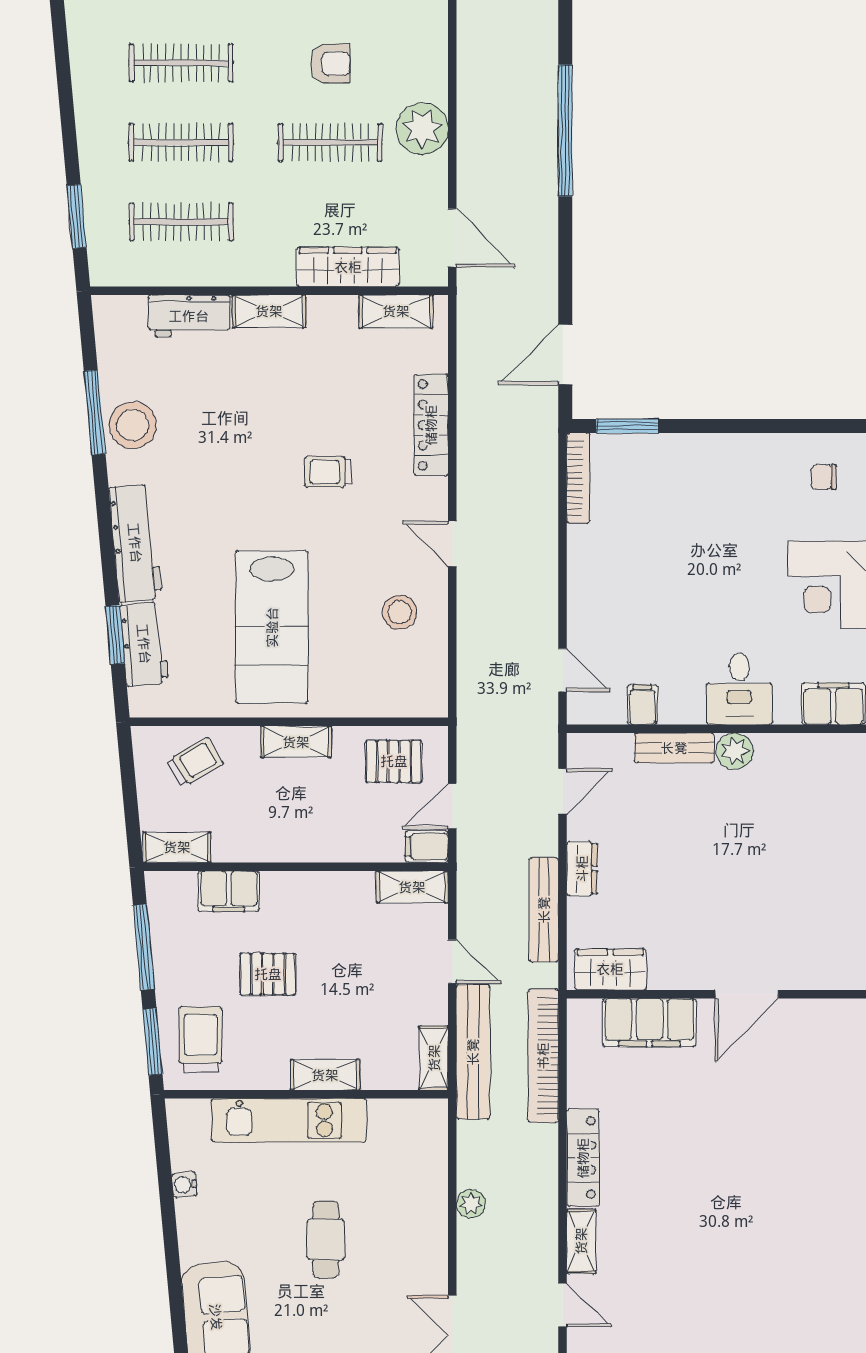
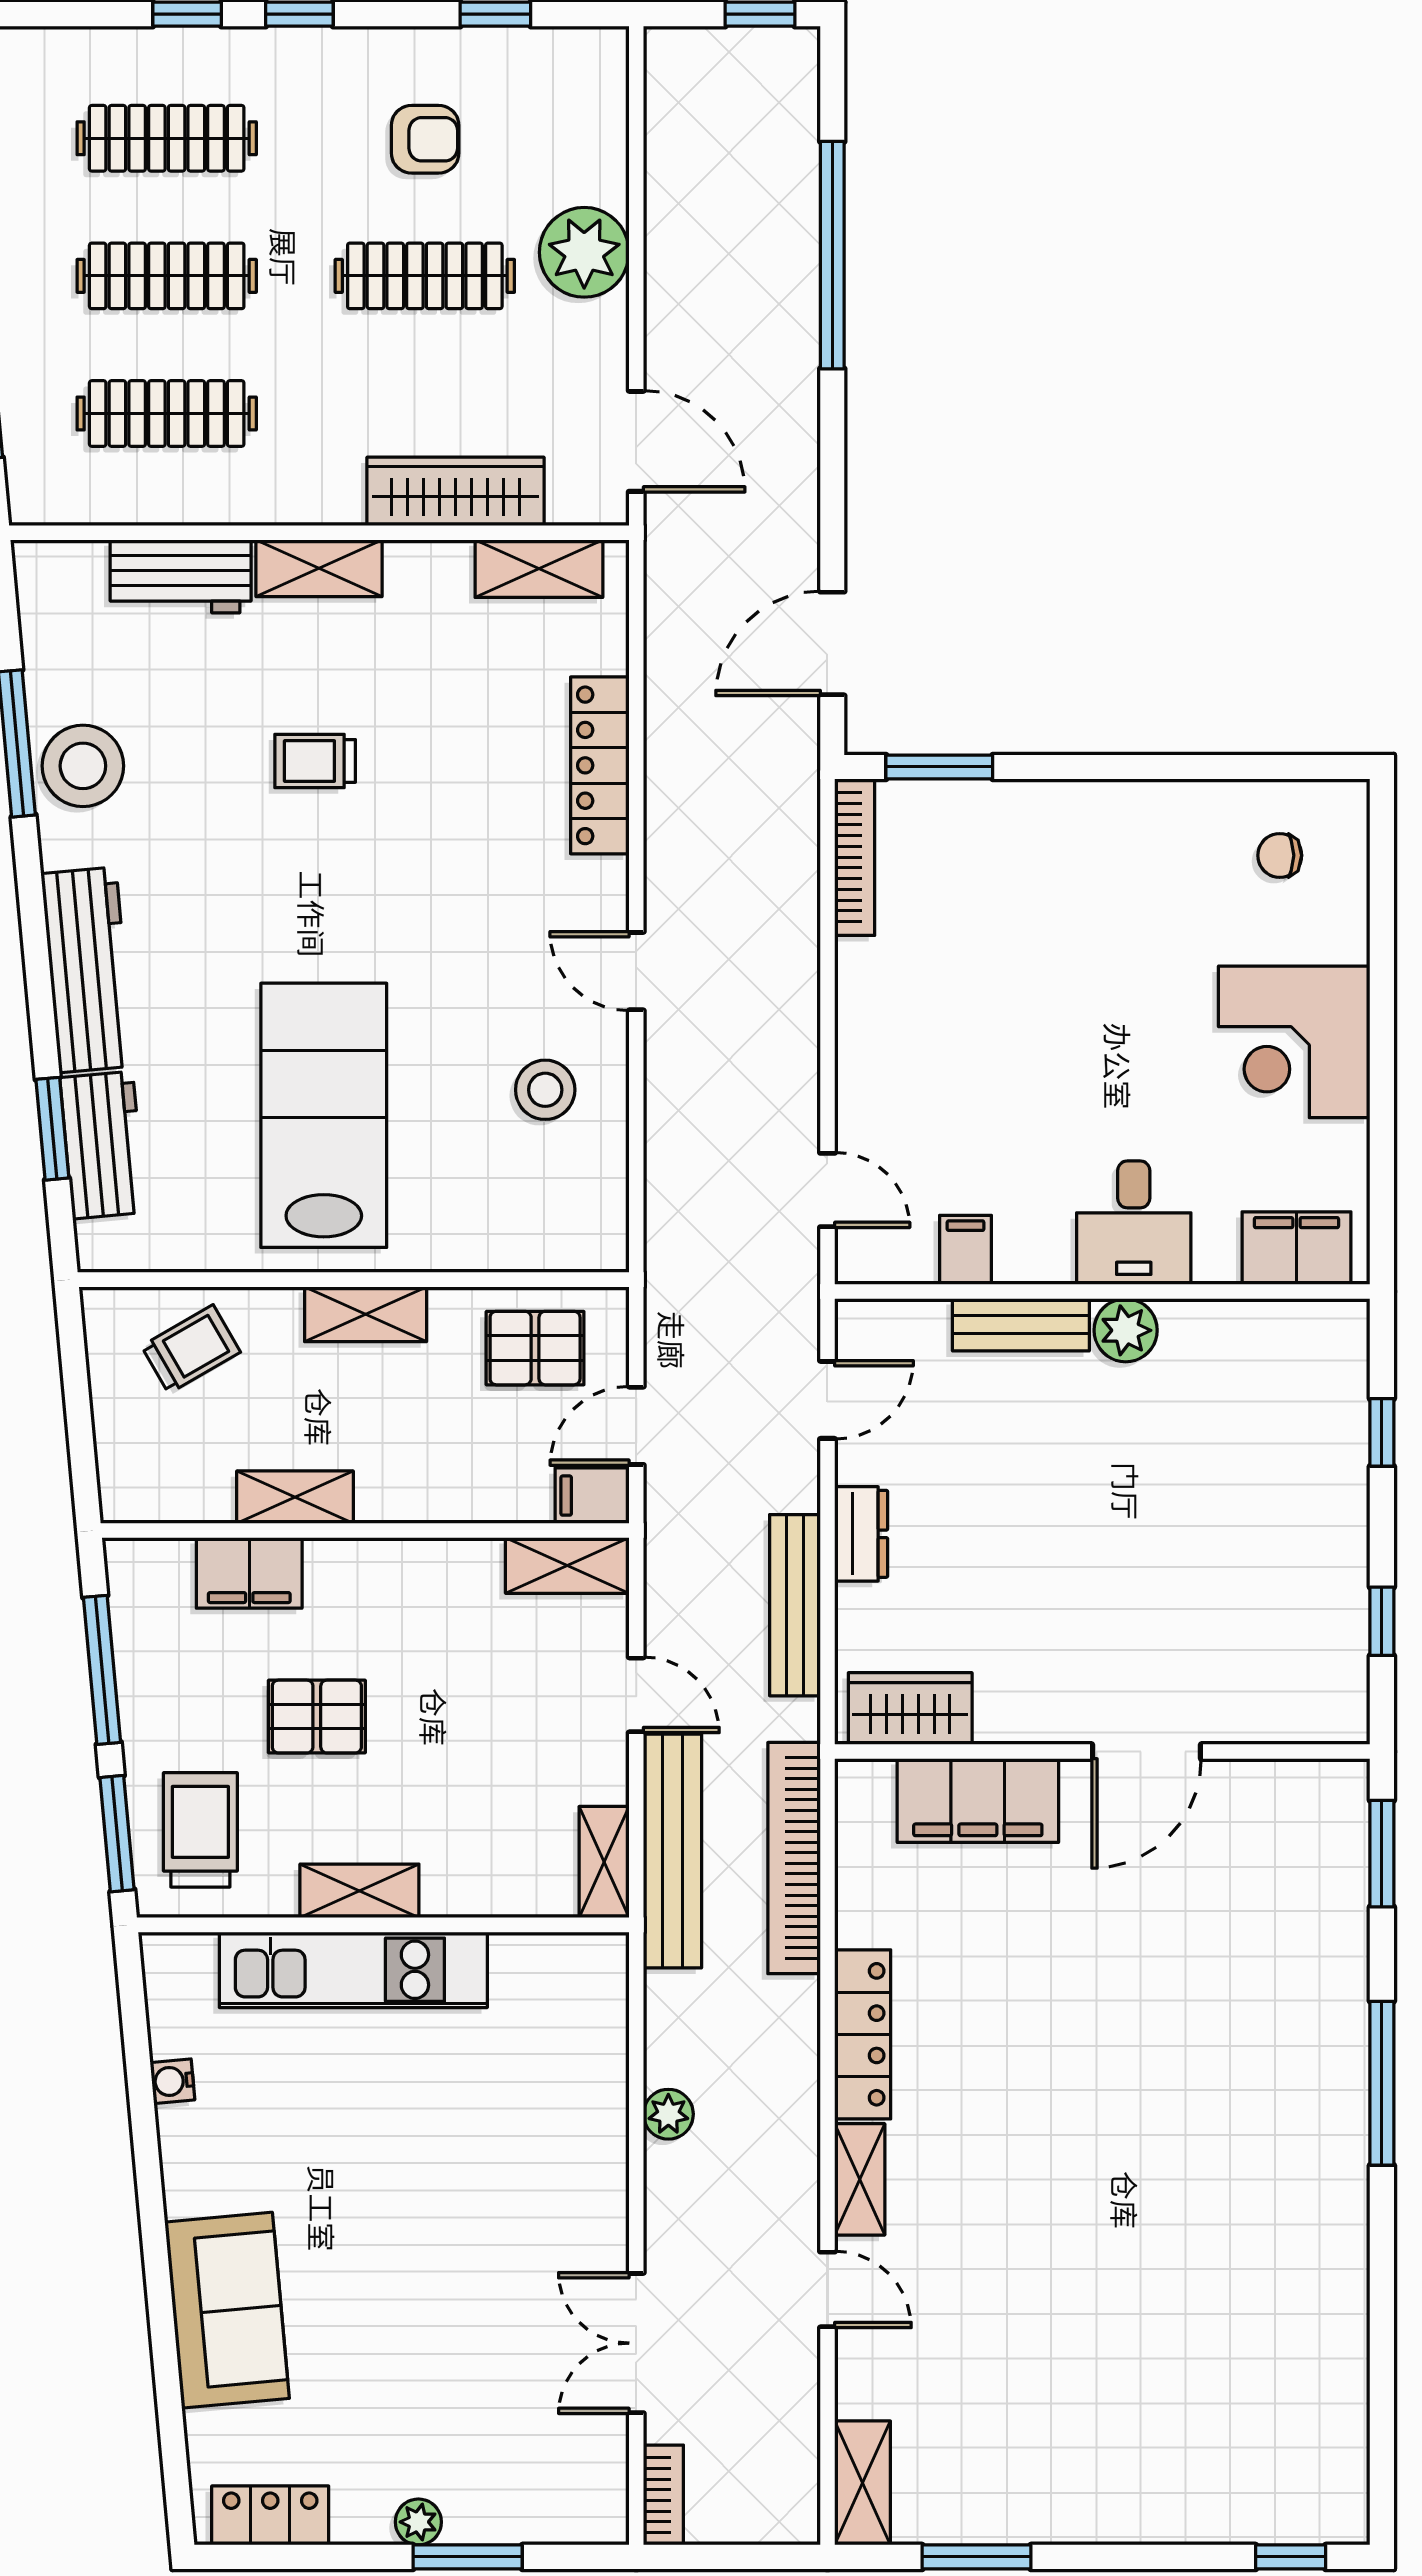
trolley: (328, 472) -> (315, 761), moved
lab bench: (272, 627) -> (324, 1115), turned 180
shelving: (177, 847) -> (295, 1497), moved
shelving: (325, 1075) -> (359, 1891), moved
cafe table: (326, 1239) -> (417, 2176), removed

